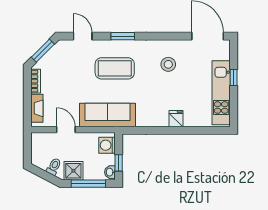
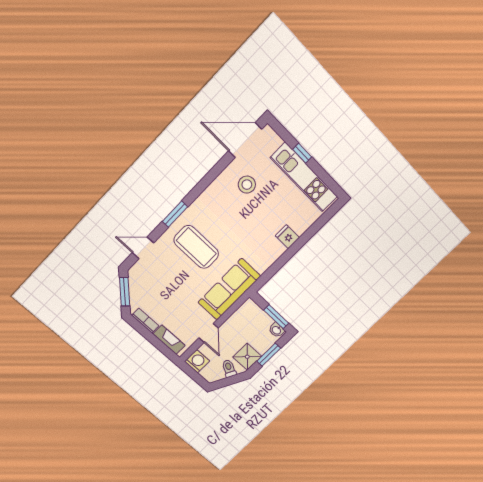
stool: (168, 64) -> (247, 185), moved
coffee table: (115, 68) -> (196, 247), turned 90
door: (66, 130) -> (209, 333), swing flipped
washing machine: (107, 145) -> (197, 361), moved, turned 180
window: (119, 163) -> (276, 317), width x1.50
window: (88, 184) -> (269, 355), width x0.69

